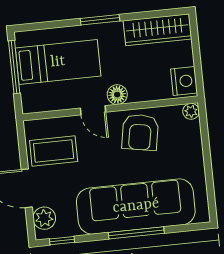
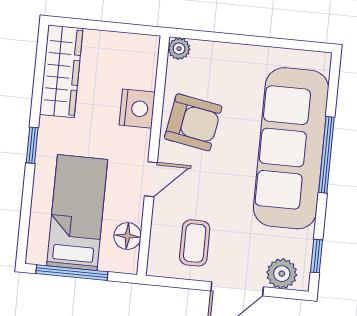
window: (100, 20) -> (32, 145), width x0.67
nightstand: (184, 81) -> (137, 109), moved, turned 90
floor lamp: (117, 95) -> (127, 236), moved
coffee table: (54, 151) -> (195, 243), width x0.73, depth x0.77

